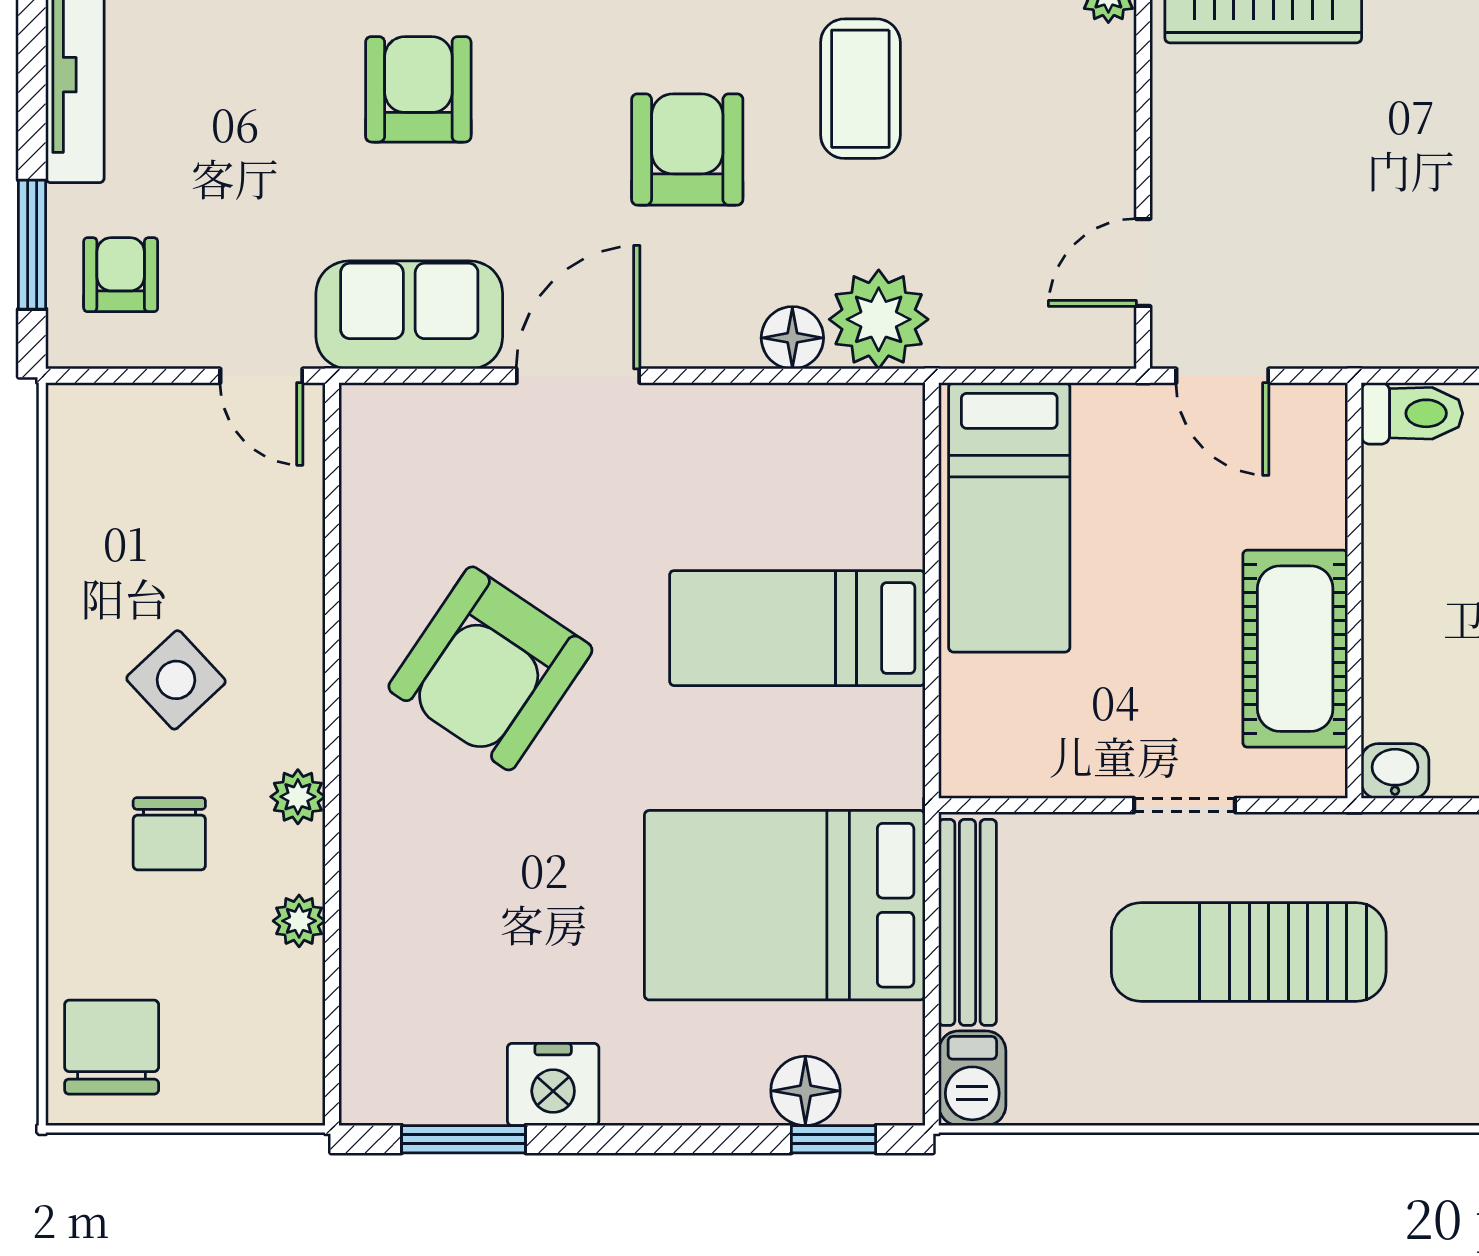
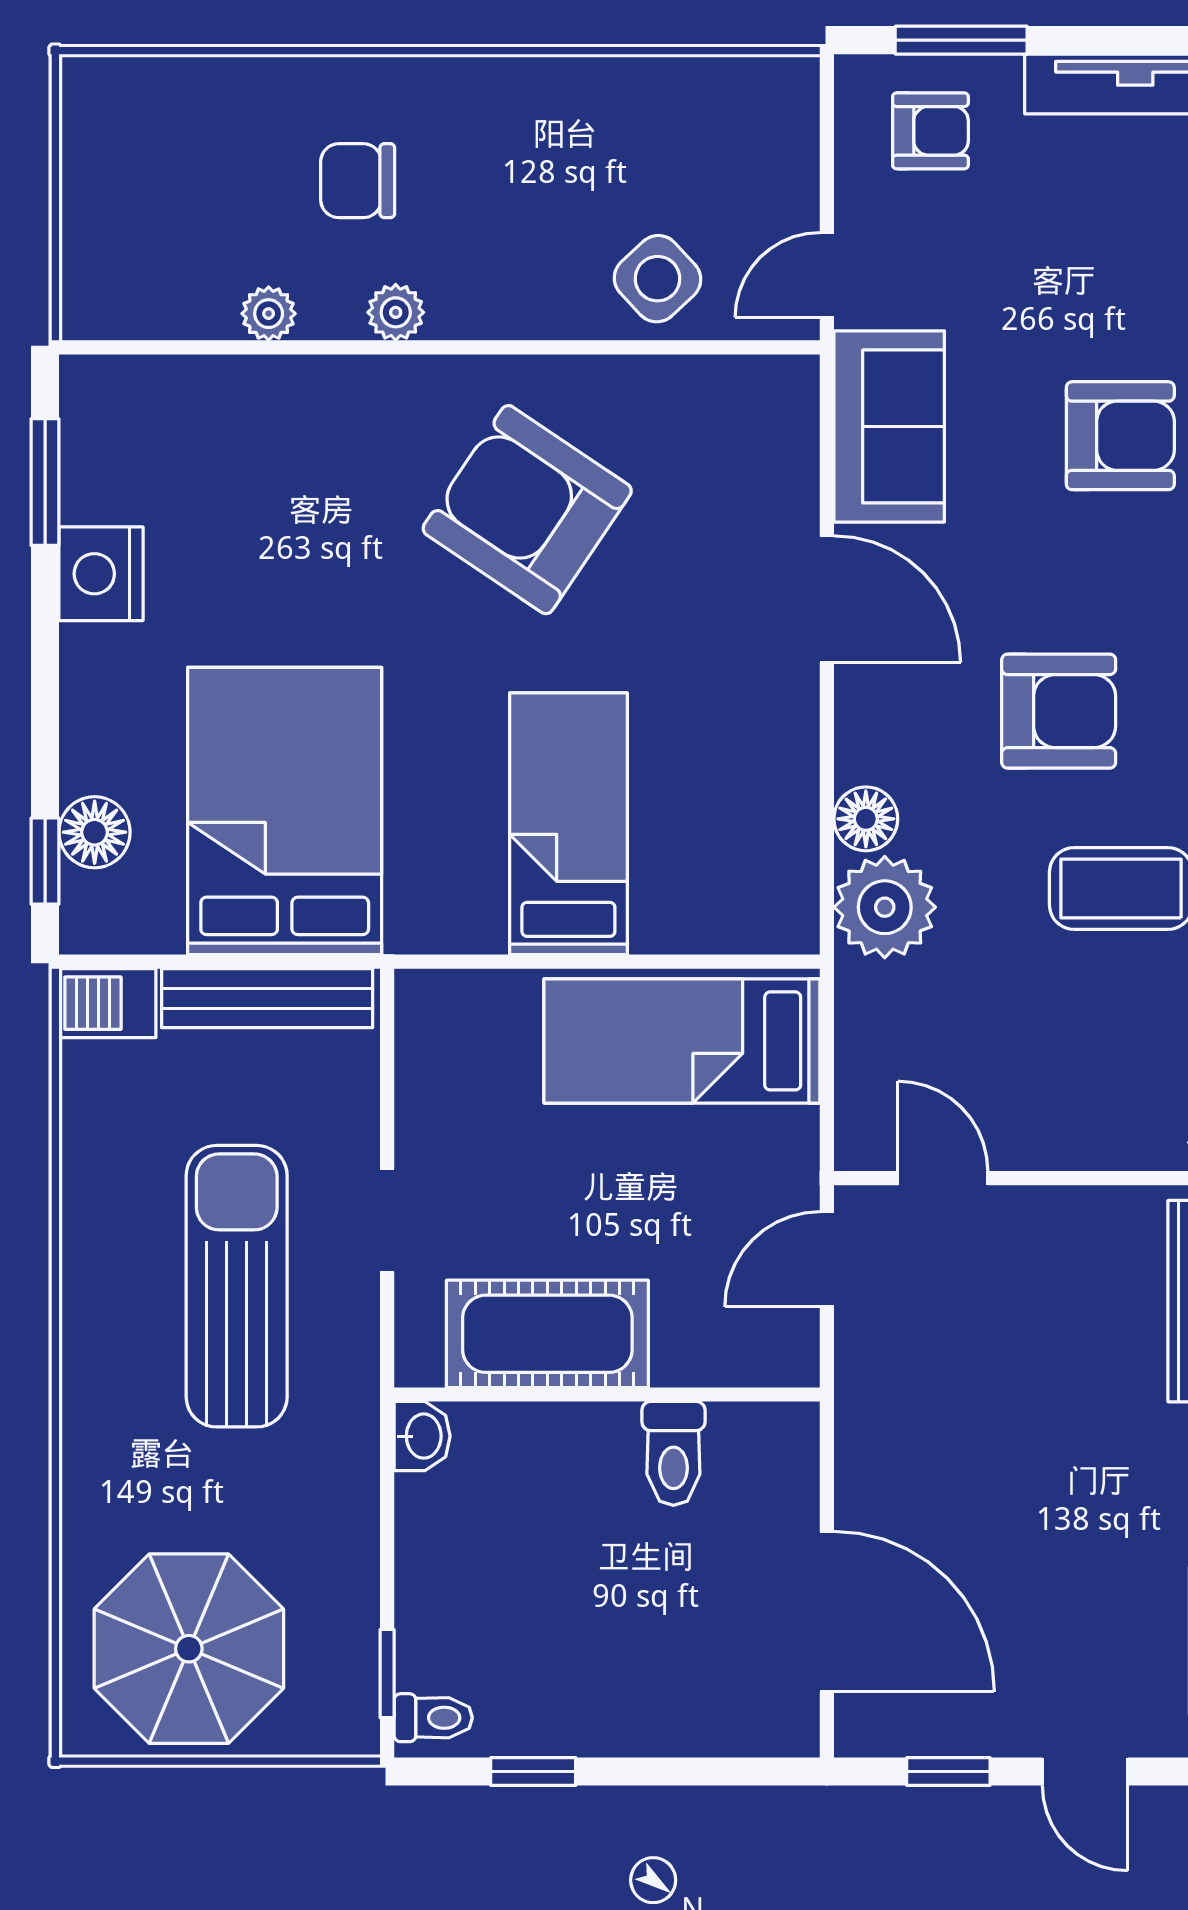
toilet: (1412, 413) -> (673, 1453), moved
side table: (176, 680) -> (657, 279), moved
chair: (112, 1047) -> (139, 122), removed

